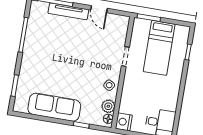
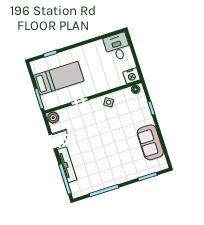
plant: (108, 106) -> (53, 118), moved
sofa: (54, 107) -> (150, 142), width x0.73

